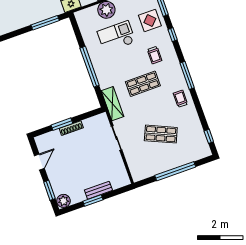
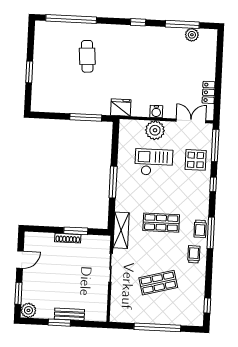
trolley: (155, 55) -> (200, 229), moved
window: (90, 67) -> (113, 182), width x0.68
window: (62, 124) -> (76, 231), moved
shop shelf: (161, 134) -> (158, 283), turned -39

